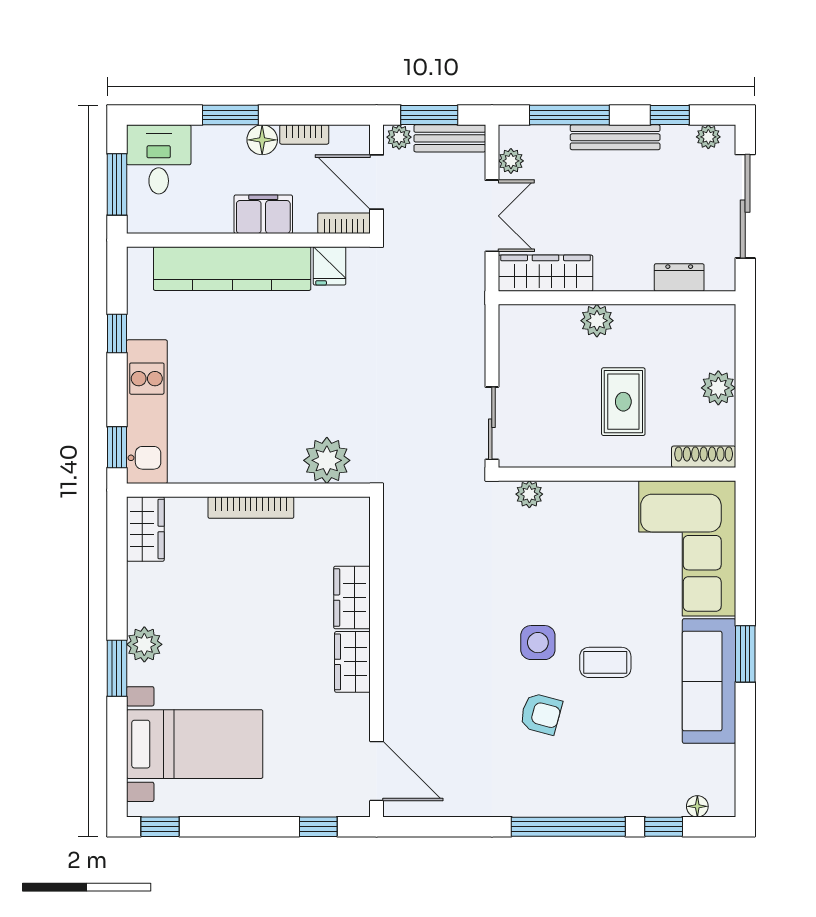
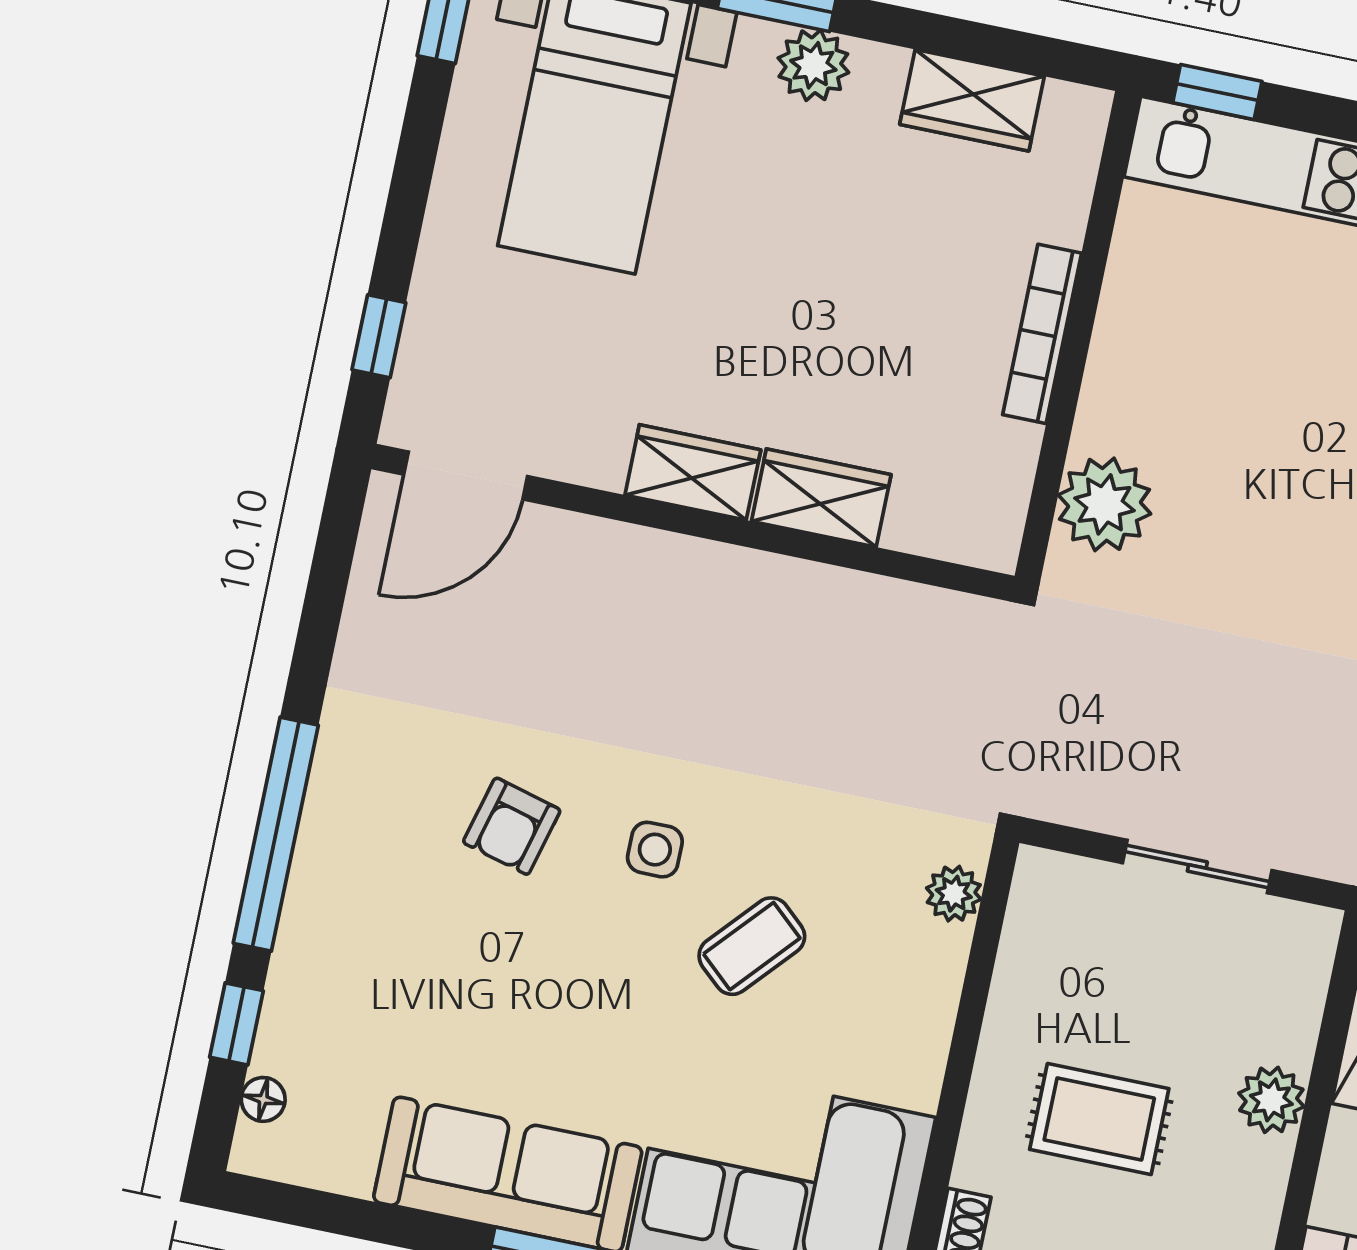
sliding door: (492, 423) -> (1197, 867), moved
wardrobe: (145, 529) -> (972, 100), moved
side table: (538, 643) -> (655, 850), width x0.73, depth x0.73
coffee table: (605, 662) -> (752, 946), moved, turned 42

